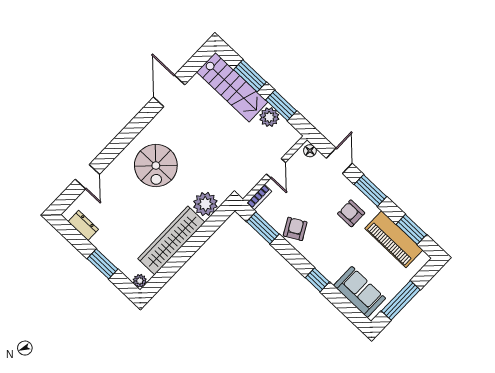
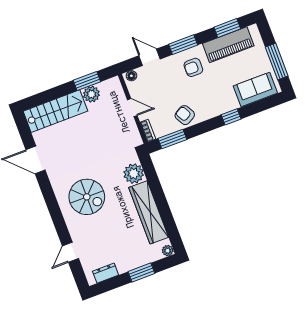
window: (250, 76) -> (53, 94), removed
door: (87, 177) -> (70, 252), swing flipped

